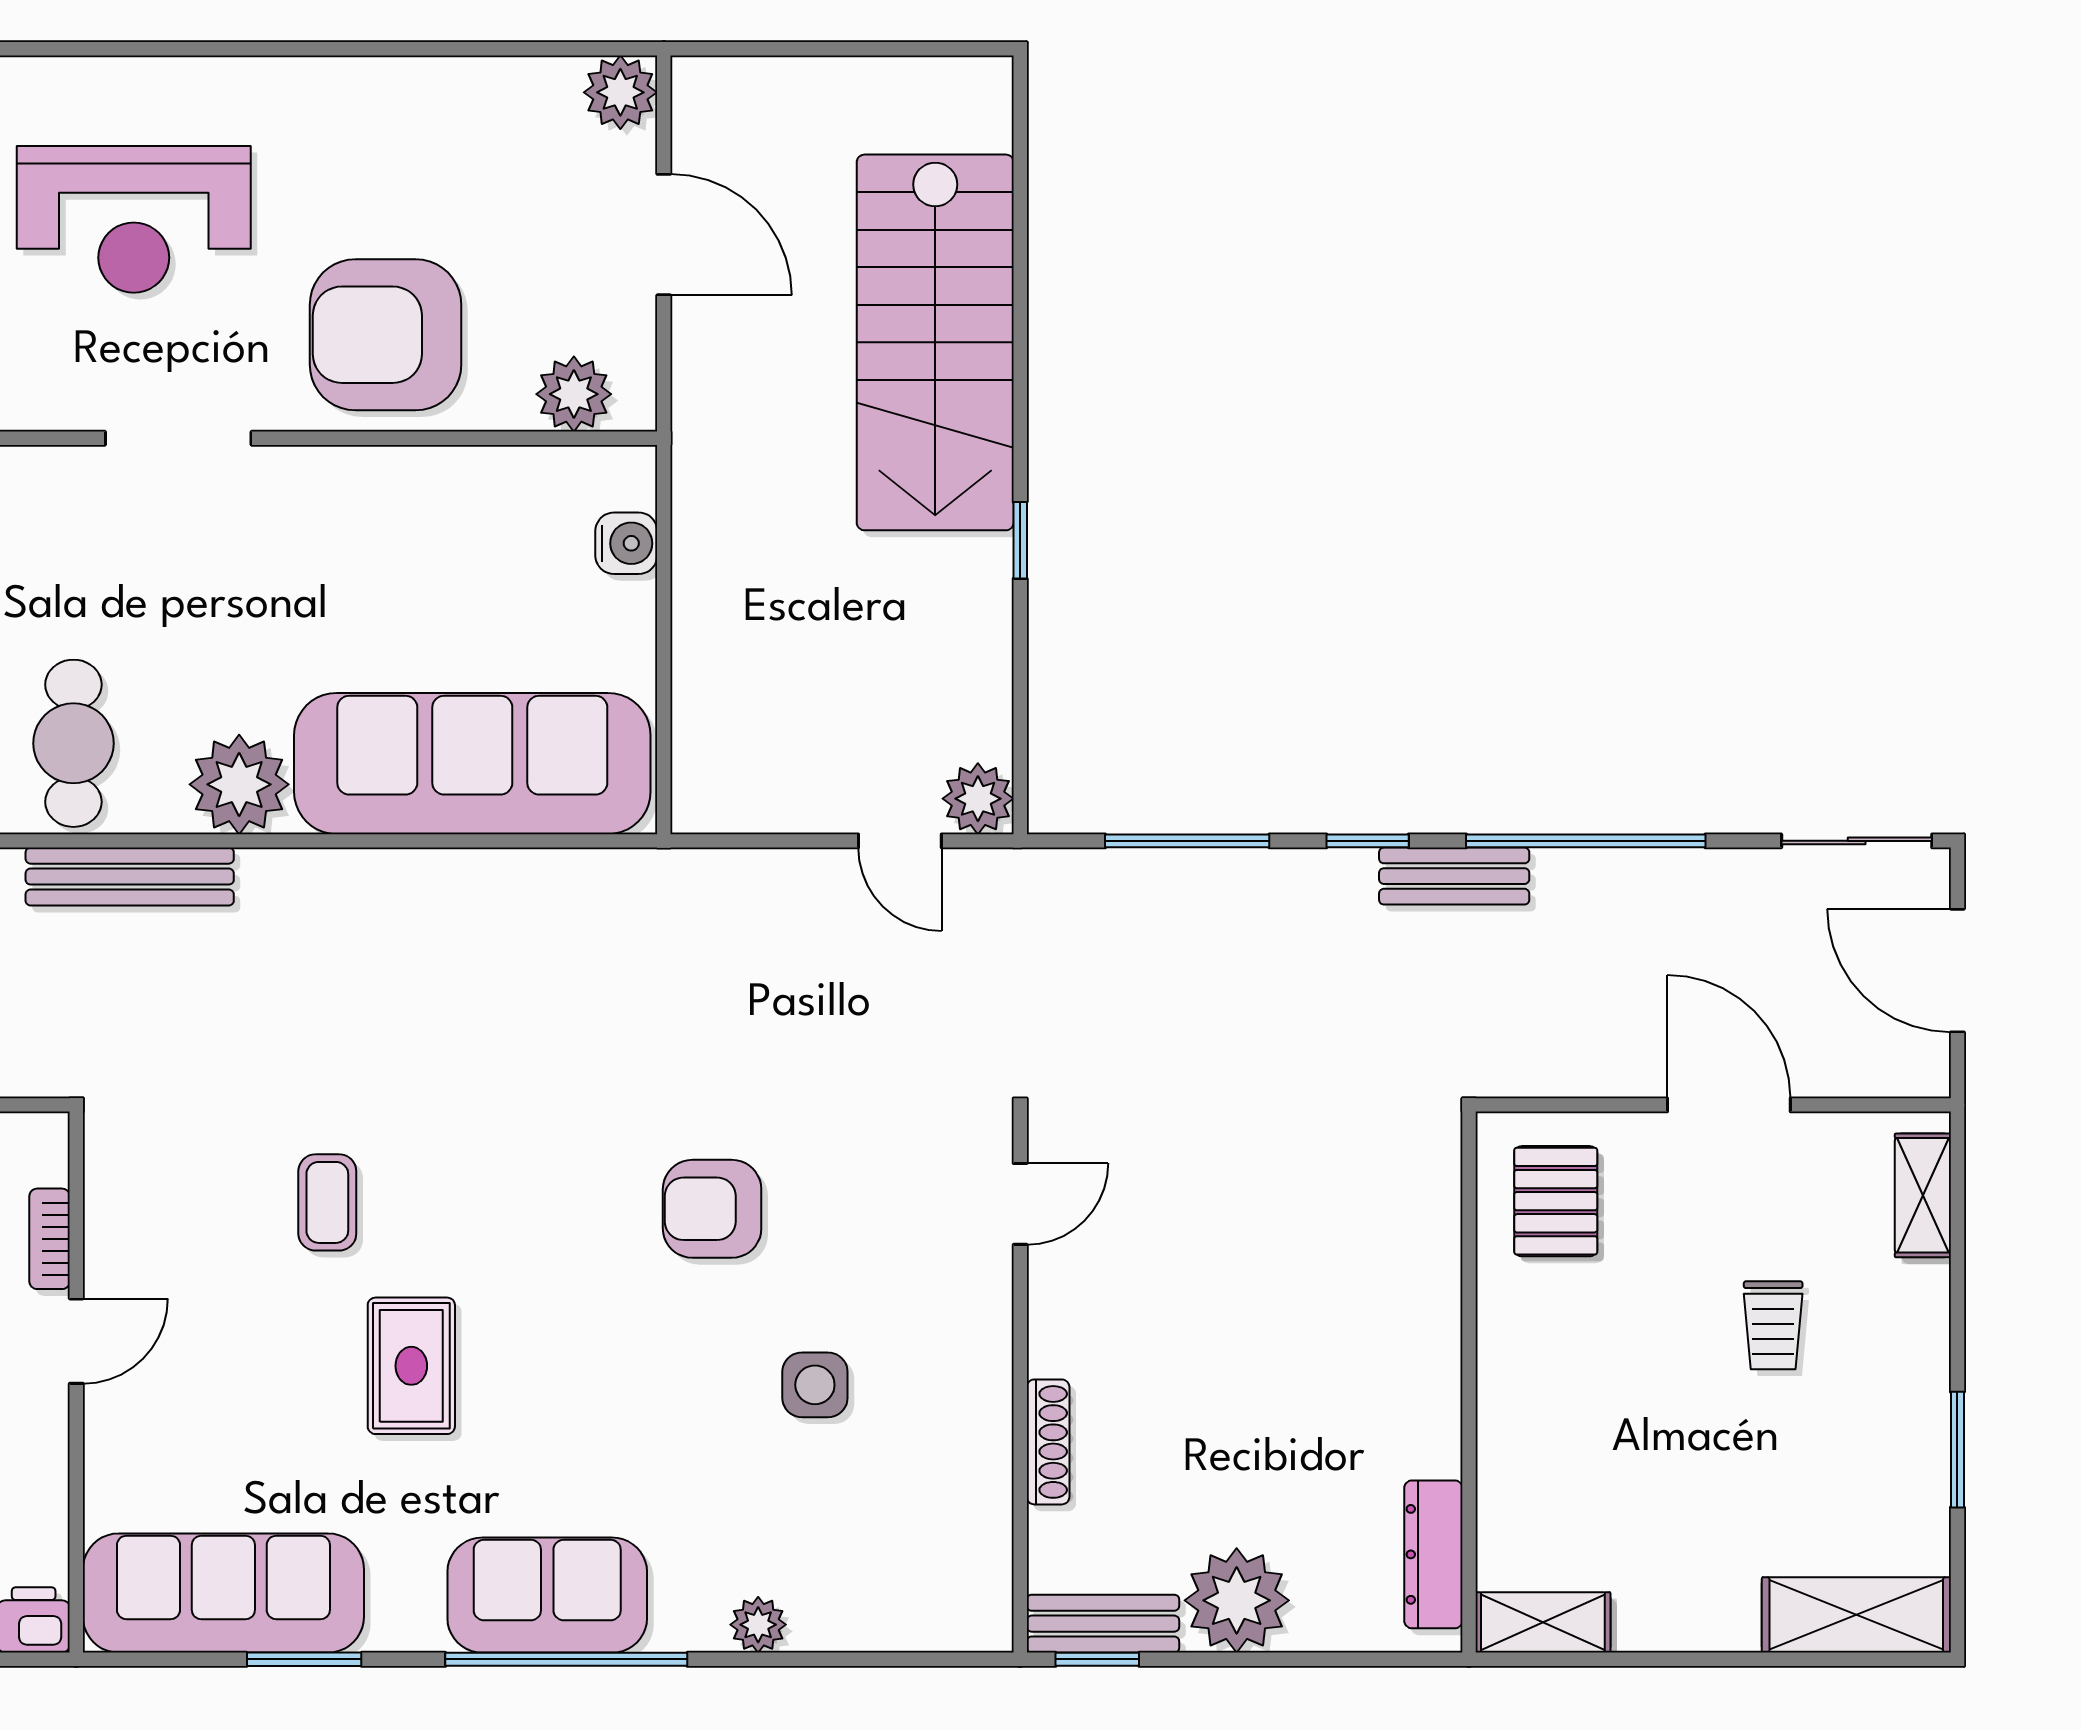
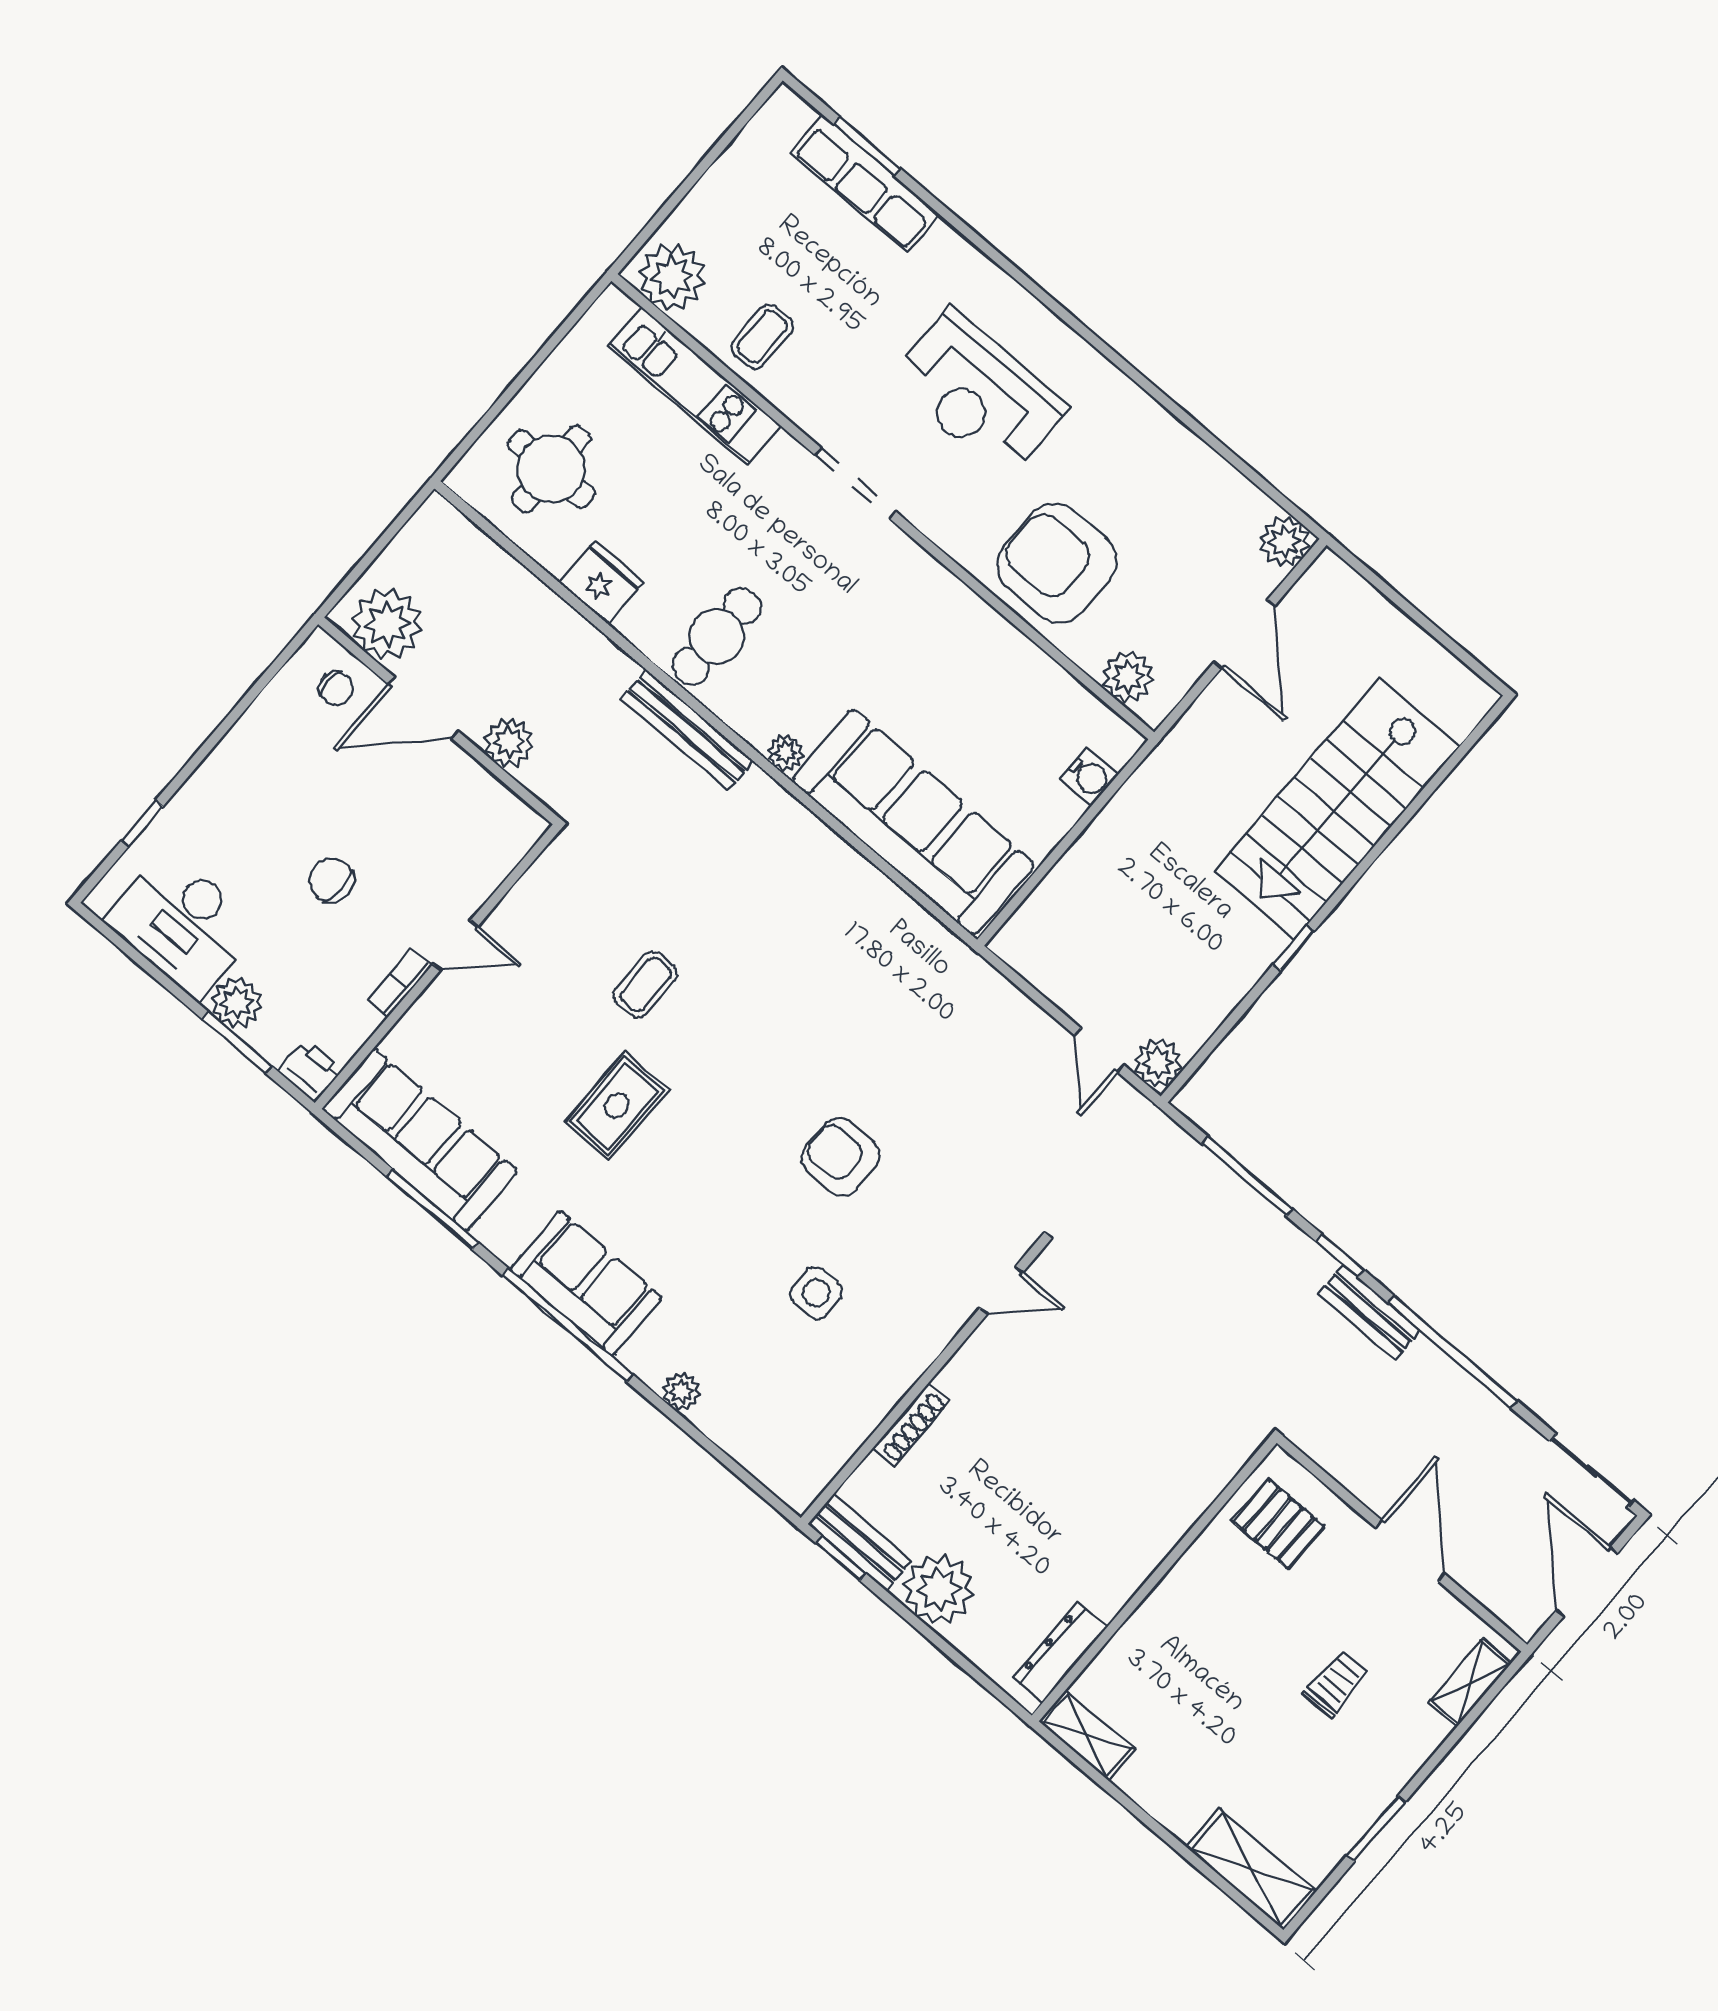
doorway: (178, 438) -> (855, 483), moved
plant: (239, 784) -> (786, 753), width x0.53, depth x0.53
pallet: (1556, 1201) -> (1279, 1524), turned 90
bookcase: (50, 1239) -> (400, 983), moved
trolley: (1773, 1325) -> (1336, 1684), turned 180
window: (304, 1659) -> (433, 1210), width x1.44

